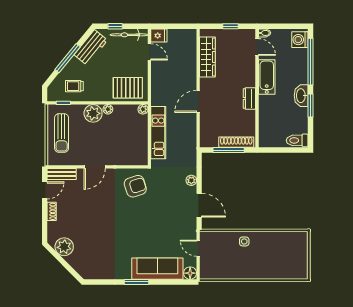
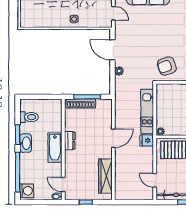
fridge: (159, 36) -> (147, 140), moved
bathtub: (267, 77) -> (55, 148), moved
toilet: (297, 140) -> (29, 117), moved

